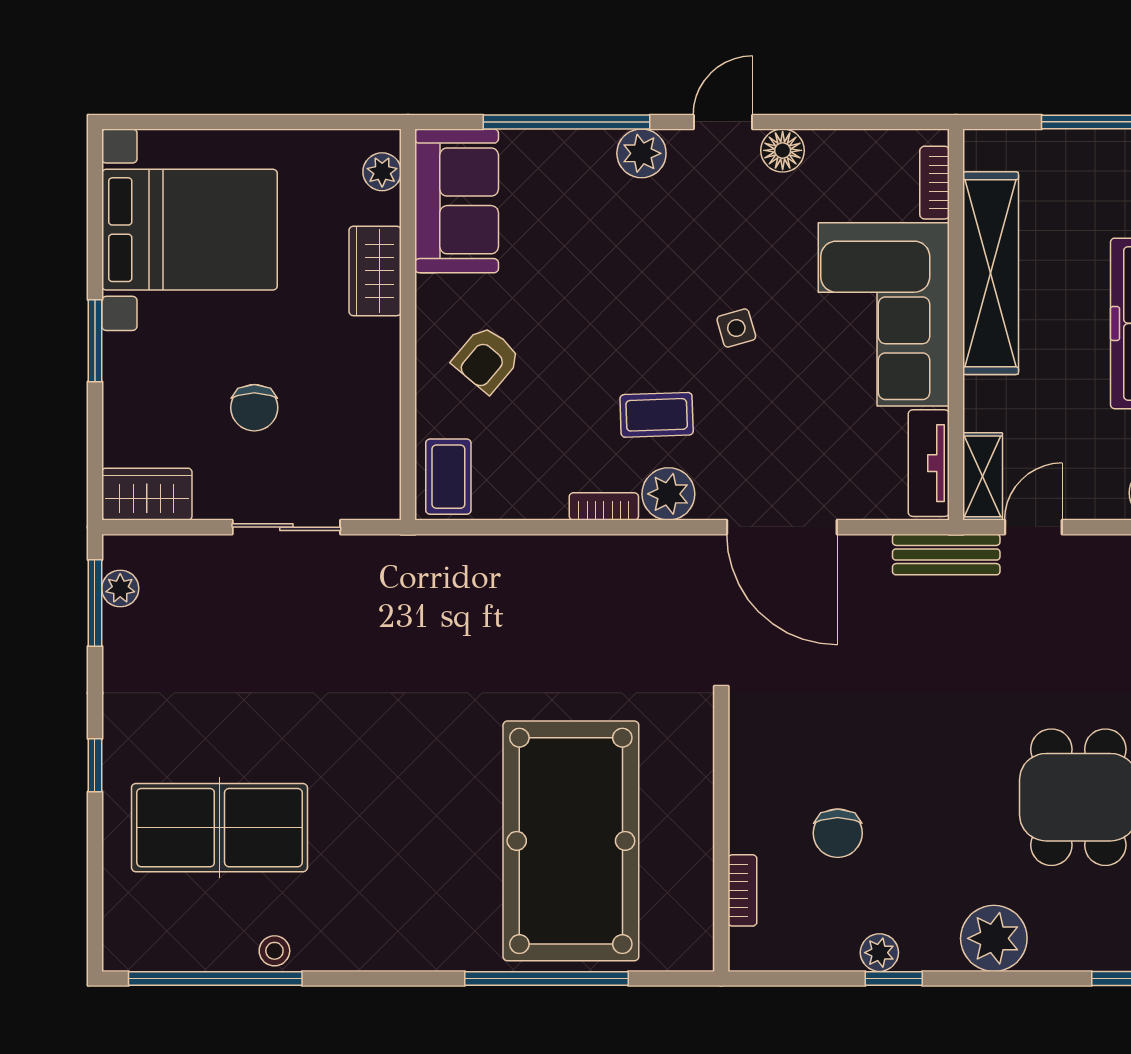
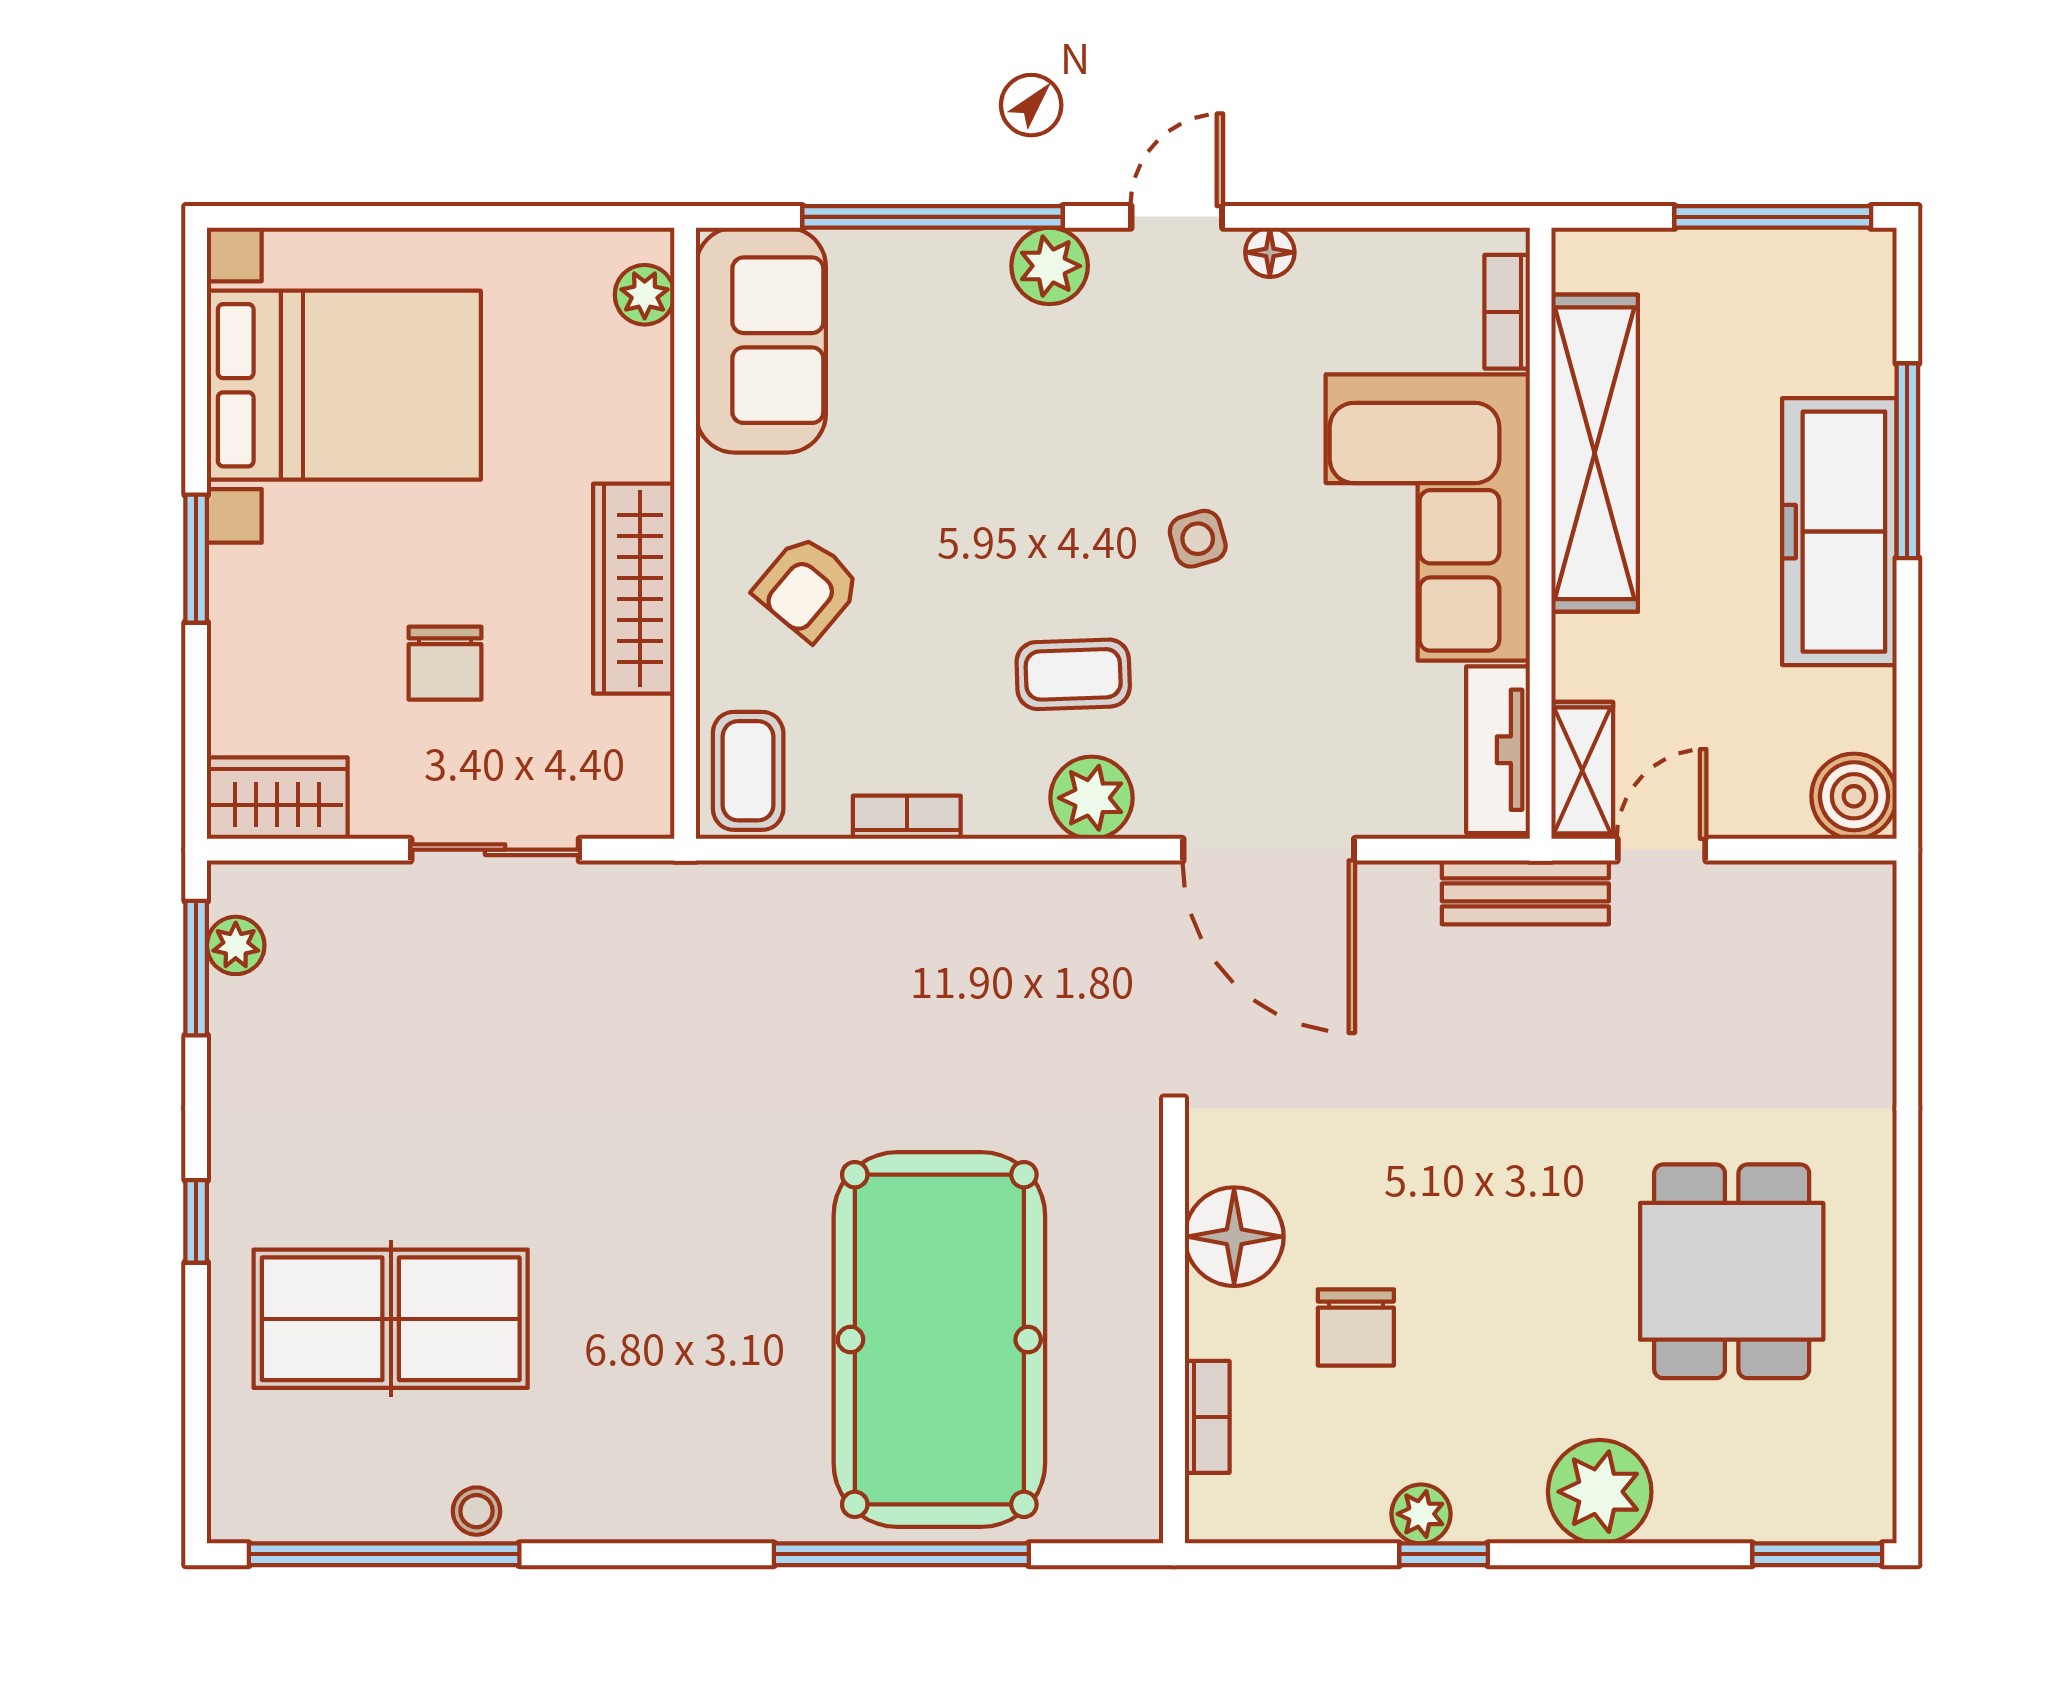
floor lamp: (783, 150) -> (1270, 252), width x0.73, depth x0.73
wardrobe: (375, 271) -> (634, 589), moved, width x1.50
bookcase: (604, 506) -> (907, 817), moved
floor lamp: (760, 775) -> (1234, 1237), added

